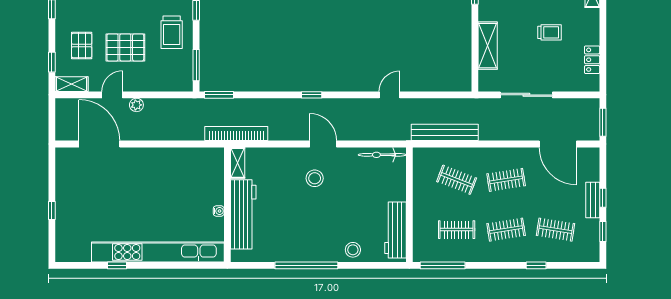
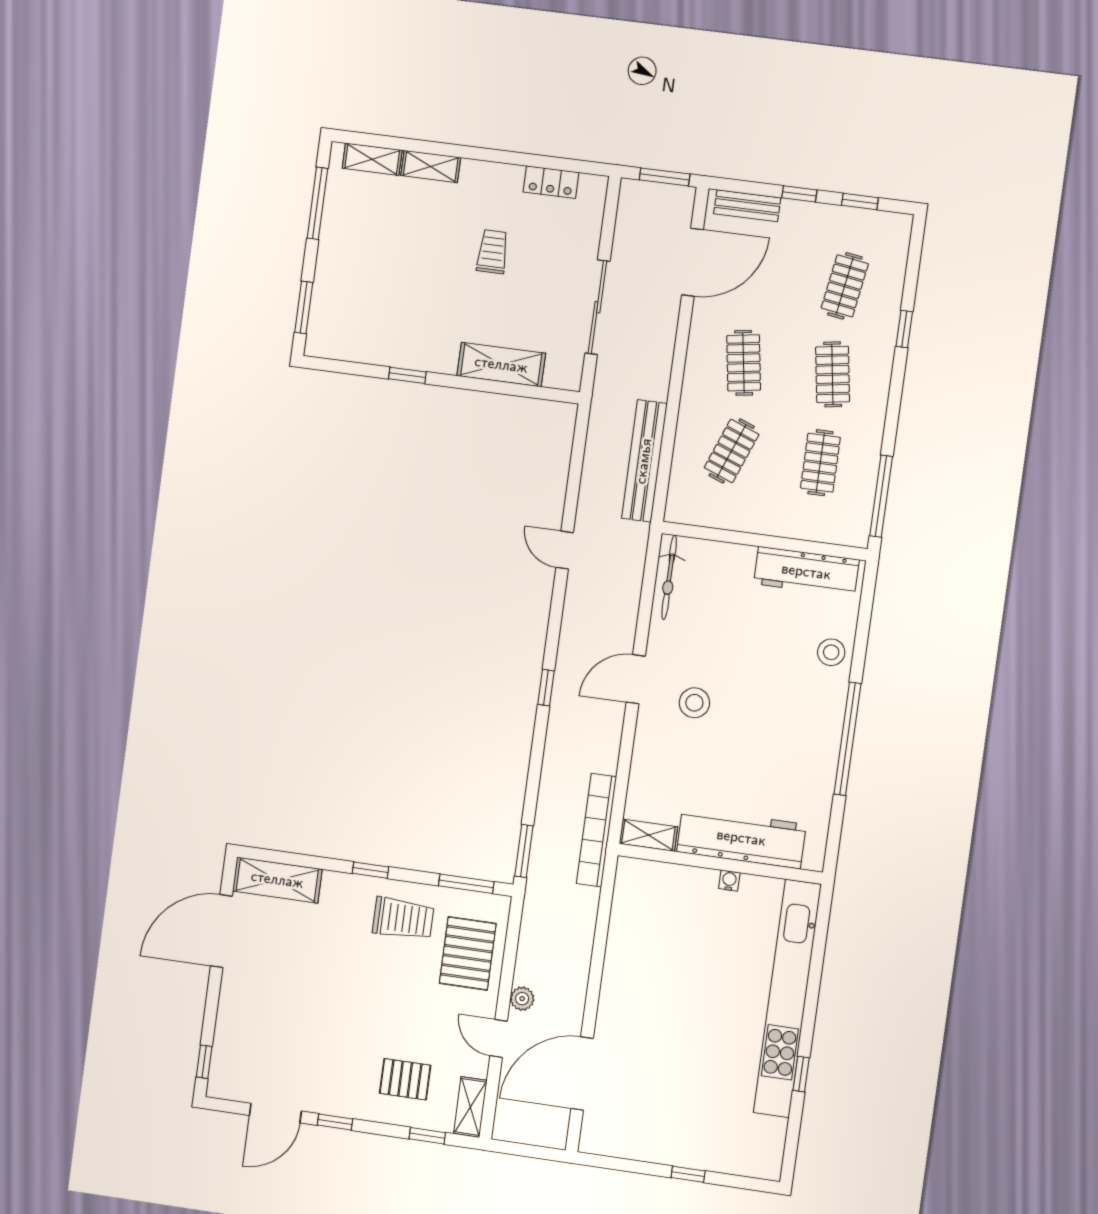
pallet: (125, 47) -> (468, 953), moved
bench: (593, 200) -> (747, 206), moved

